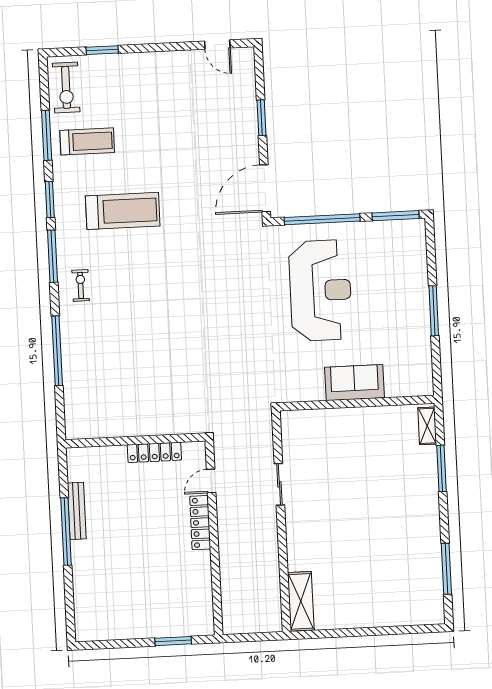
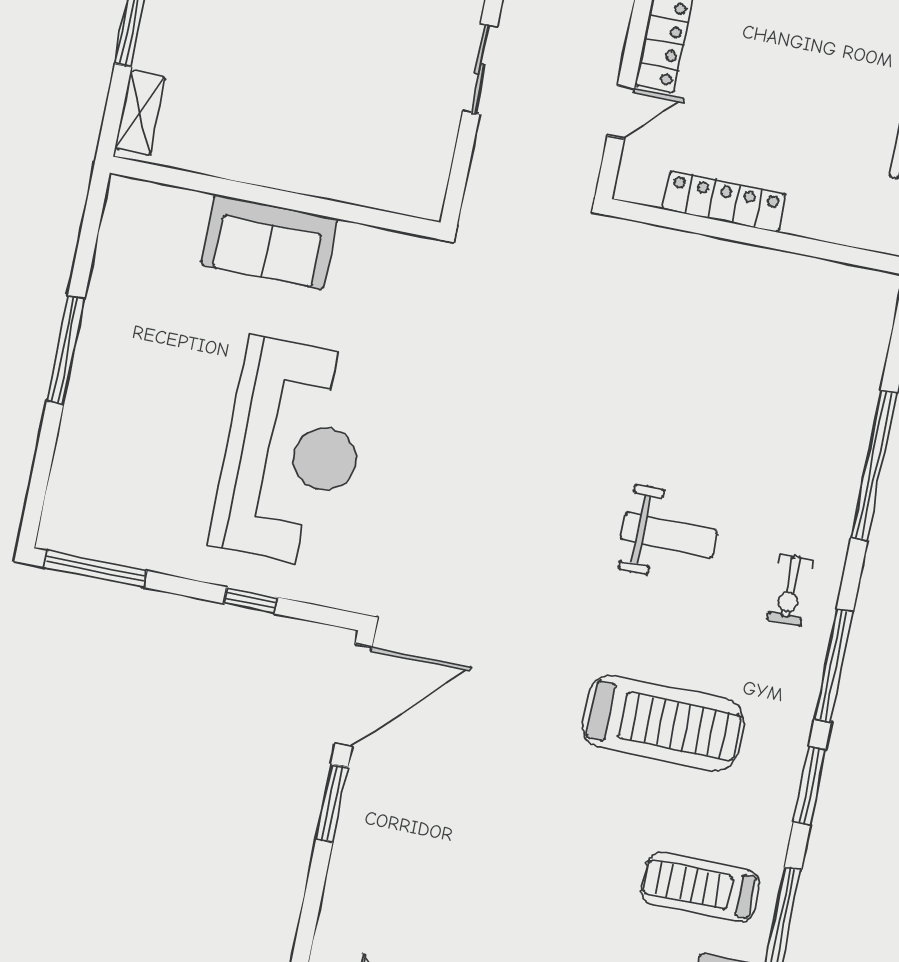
window: (262, 118) -> (332, 803), moved
treadmill: (123, 211) -> (663, 723), turned 180
window: (322, 219) -> (251, 600), width x0.32
reception desk: (320, 290) -> (292, 452), turned 180
weight bench: (141, 296) -> (669, 535), added

